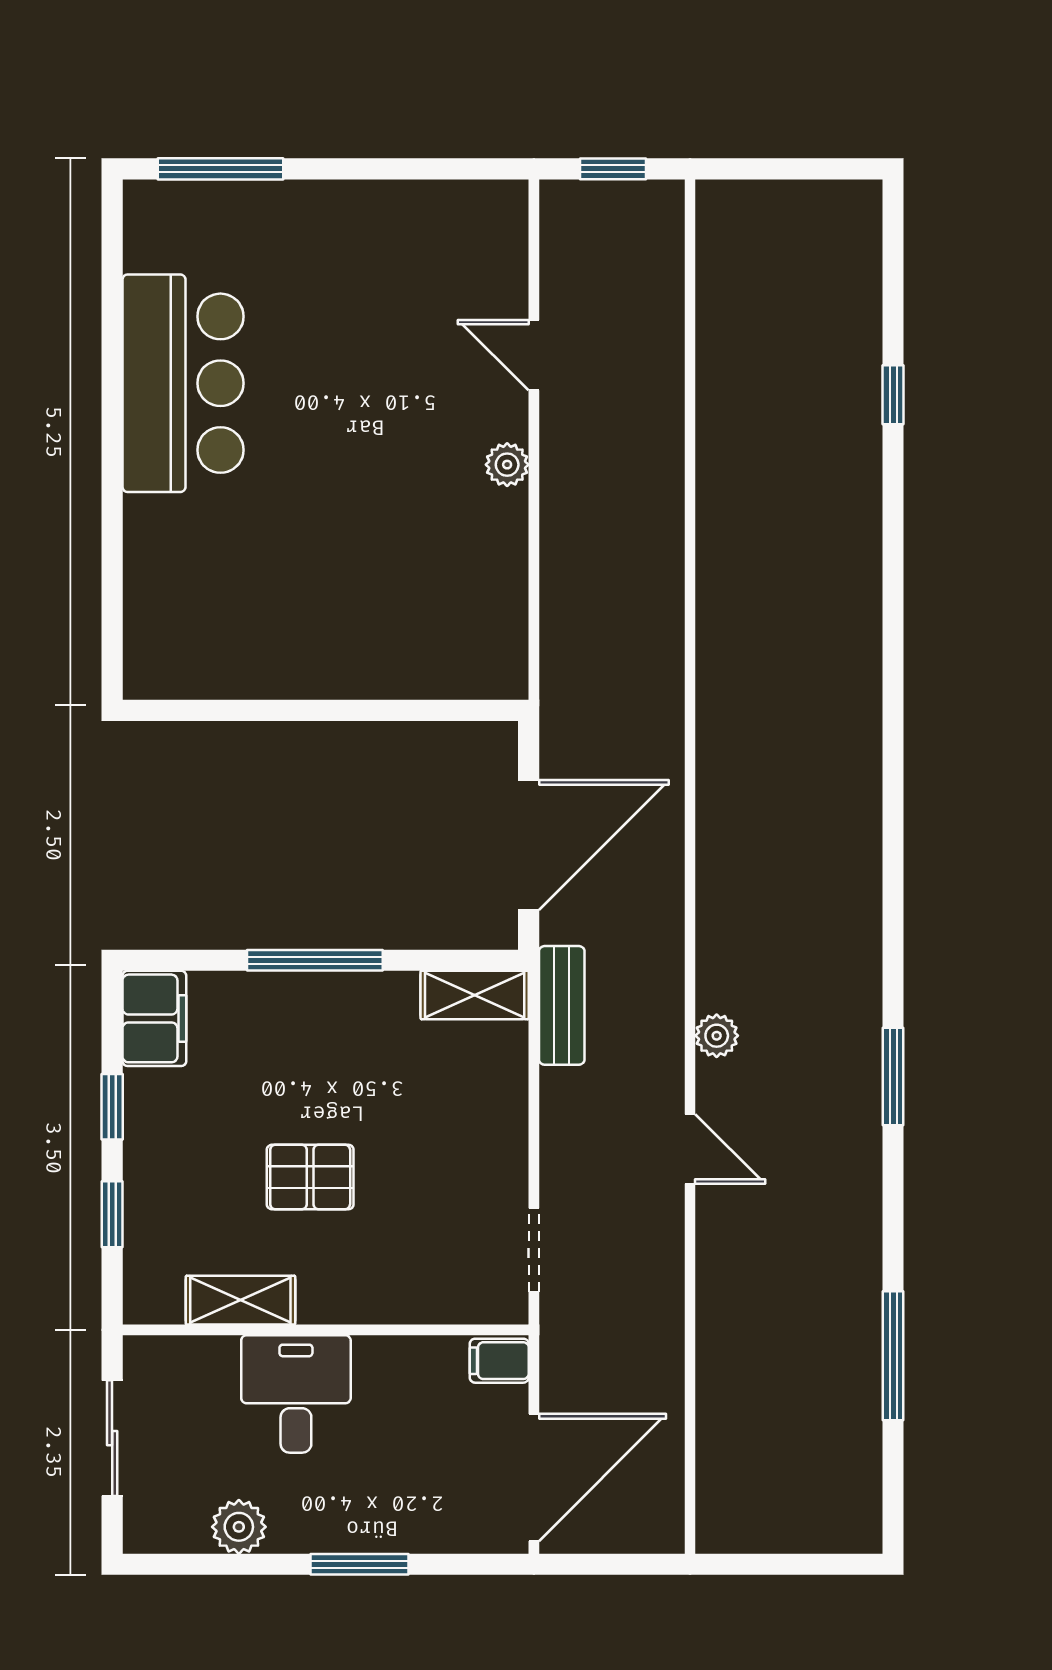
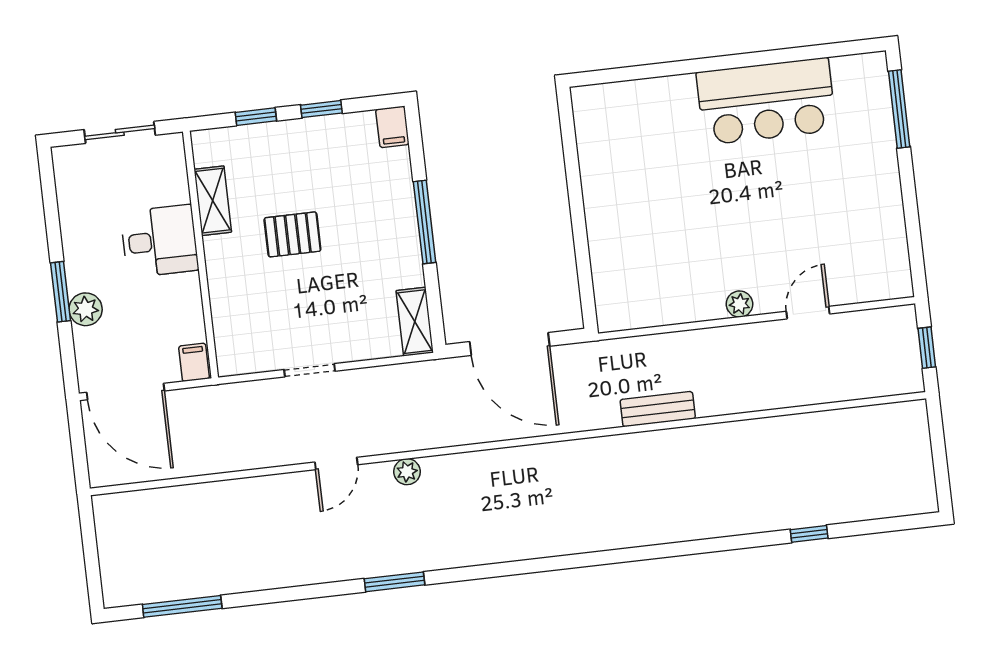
bench: (562, 1005) -> (658, 409), moved
filing cabinet: (154, 1018) -> (392, 127), width x0.50
pallet: (310, 1177) -> (292, 234), turned 90
doorway: (534, 1250) -> (310, 370), moved
window: (893, 1356) -> (182, 606), moved
plant: (239, 1527) -> (86, 309), moved

